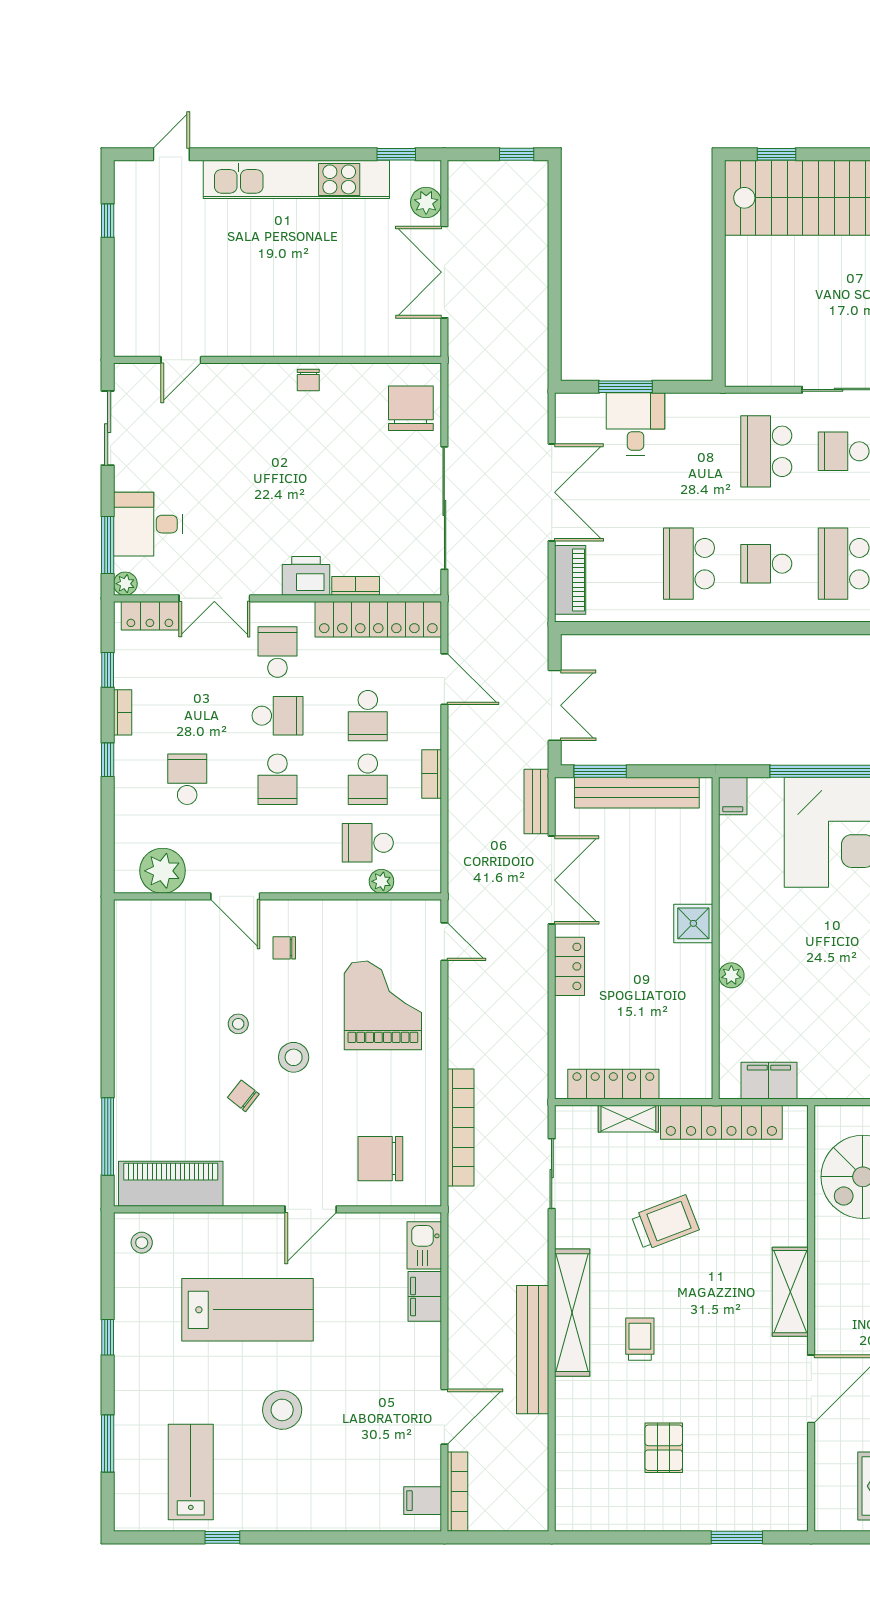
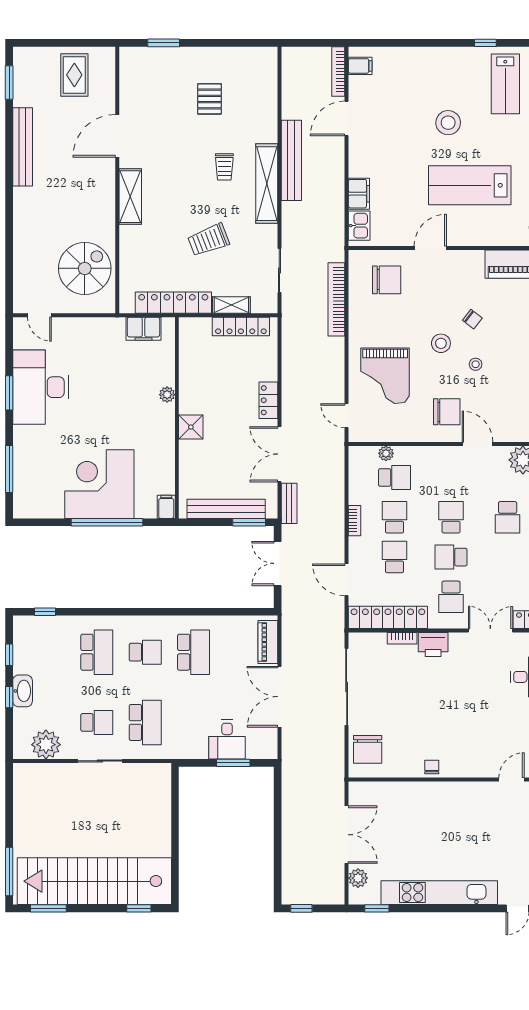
chair: (284, 948) -> (447, 412), width x1.87, depth x1.87

